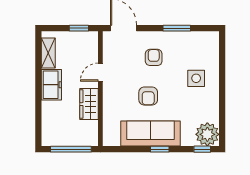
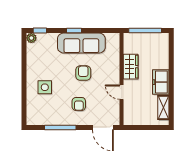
window: (79, 28) -> (139, 127), removed
window: (177, 28) -> (60, 127), width x1.44
door: (100, 72) -> (122, 92), swing flipped
plant: (207, 134) -> (31, 38), width x0.53, depth x0.53

